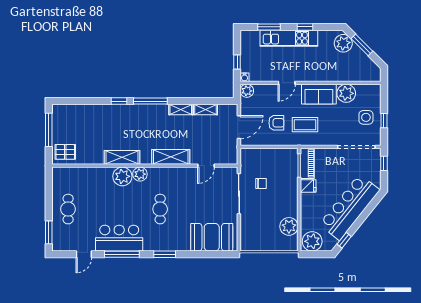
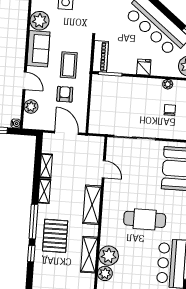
plant: (247, 91) -> (31, 107), moved
pallet: (138, 123) -> (55, 236), added
piano: (307, 163) -> (100, 56), moved, turned 90
plant: (140, 174) -> (105, 273), moved
chair: (261, 183) -> (170, 110), moved
fridge: (308, 186) -> (144, 67), moved
cafe table: (160, 209) -> (145, 219), width x1.37, depth x1.35
plant: (289, 226) -> (168, 84), width x0.53, depth x0.53

